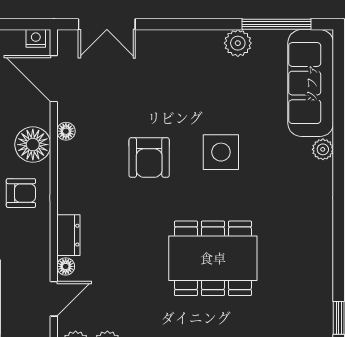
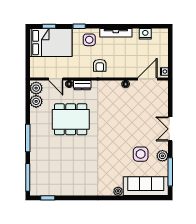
double door: (107, 24) -> (170, 129), moved
floor lamp: (33, 145) -> (120, 70), removed
side table: (221, 152) -> (141, 154), moved
armchair: (149, 158) -> (115, 119), removed
dining table: (213, 258) -> (71, 119), moved, turned 90

